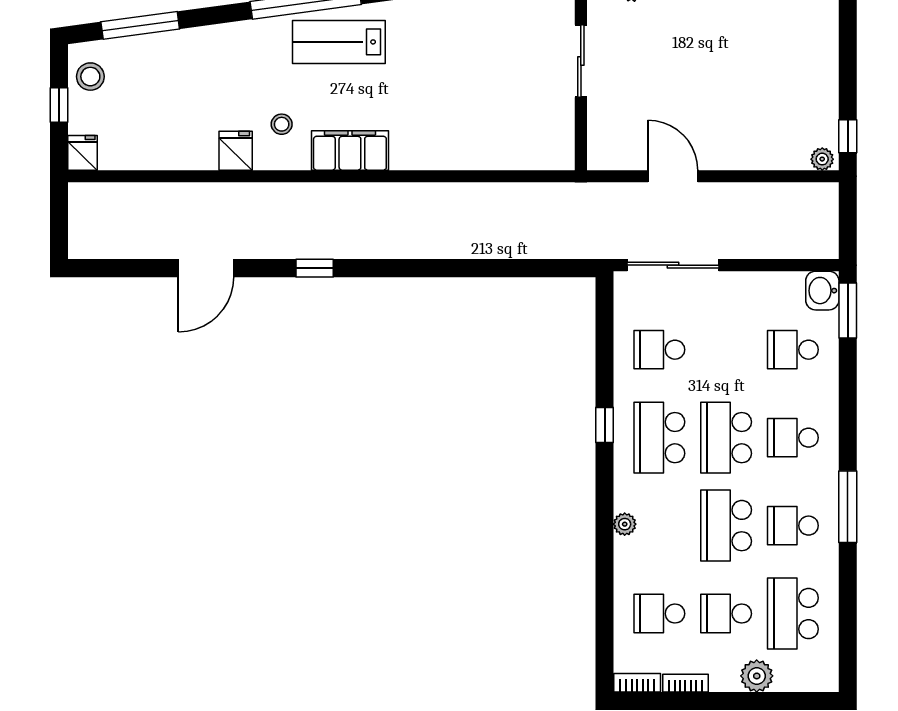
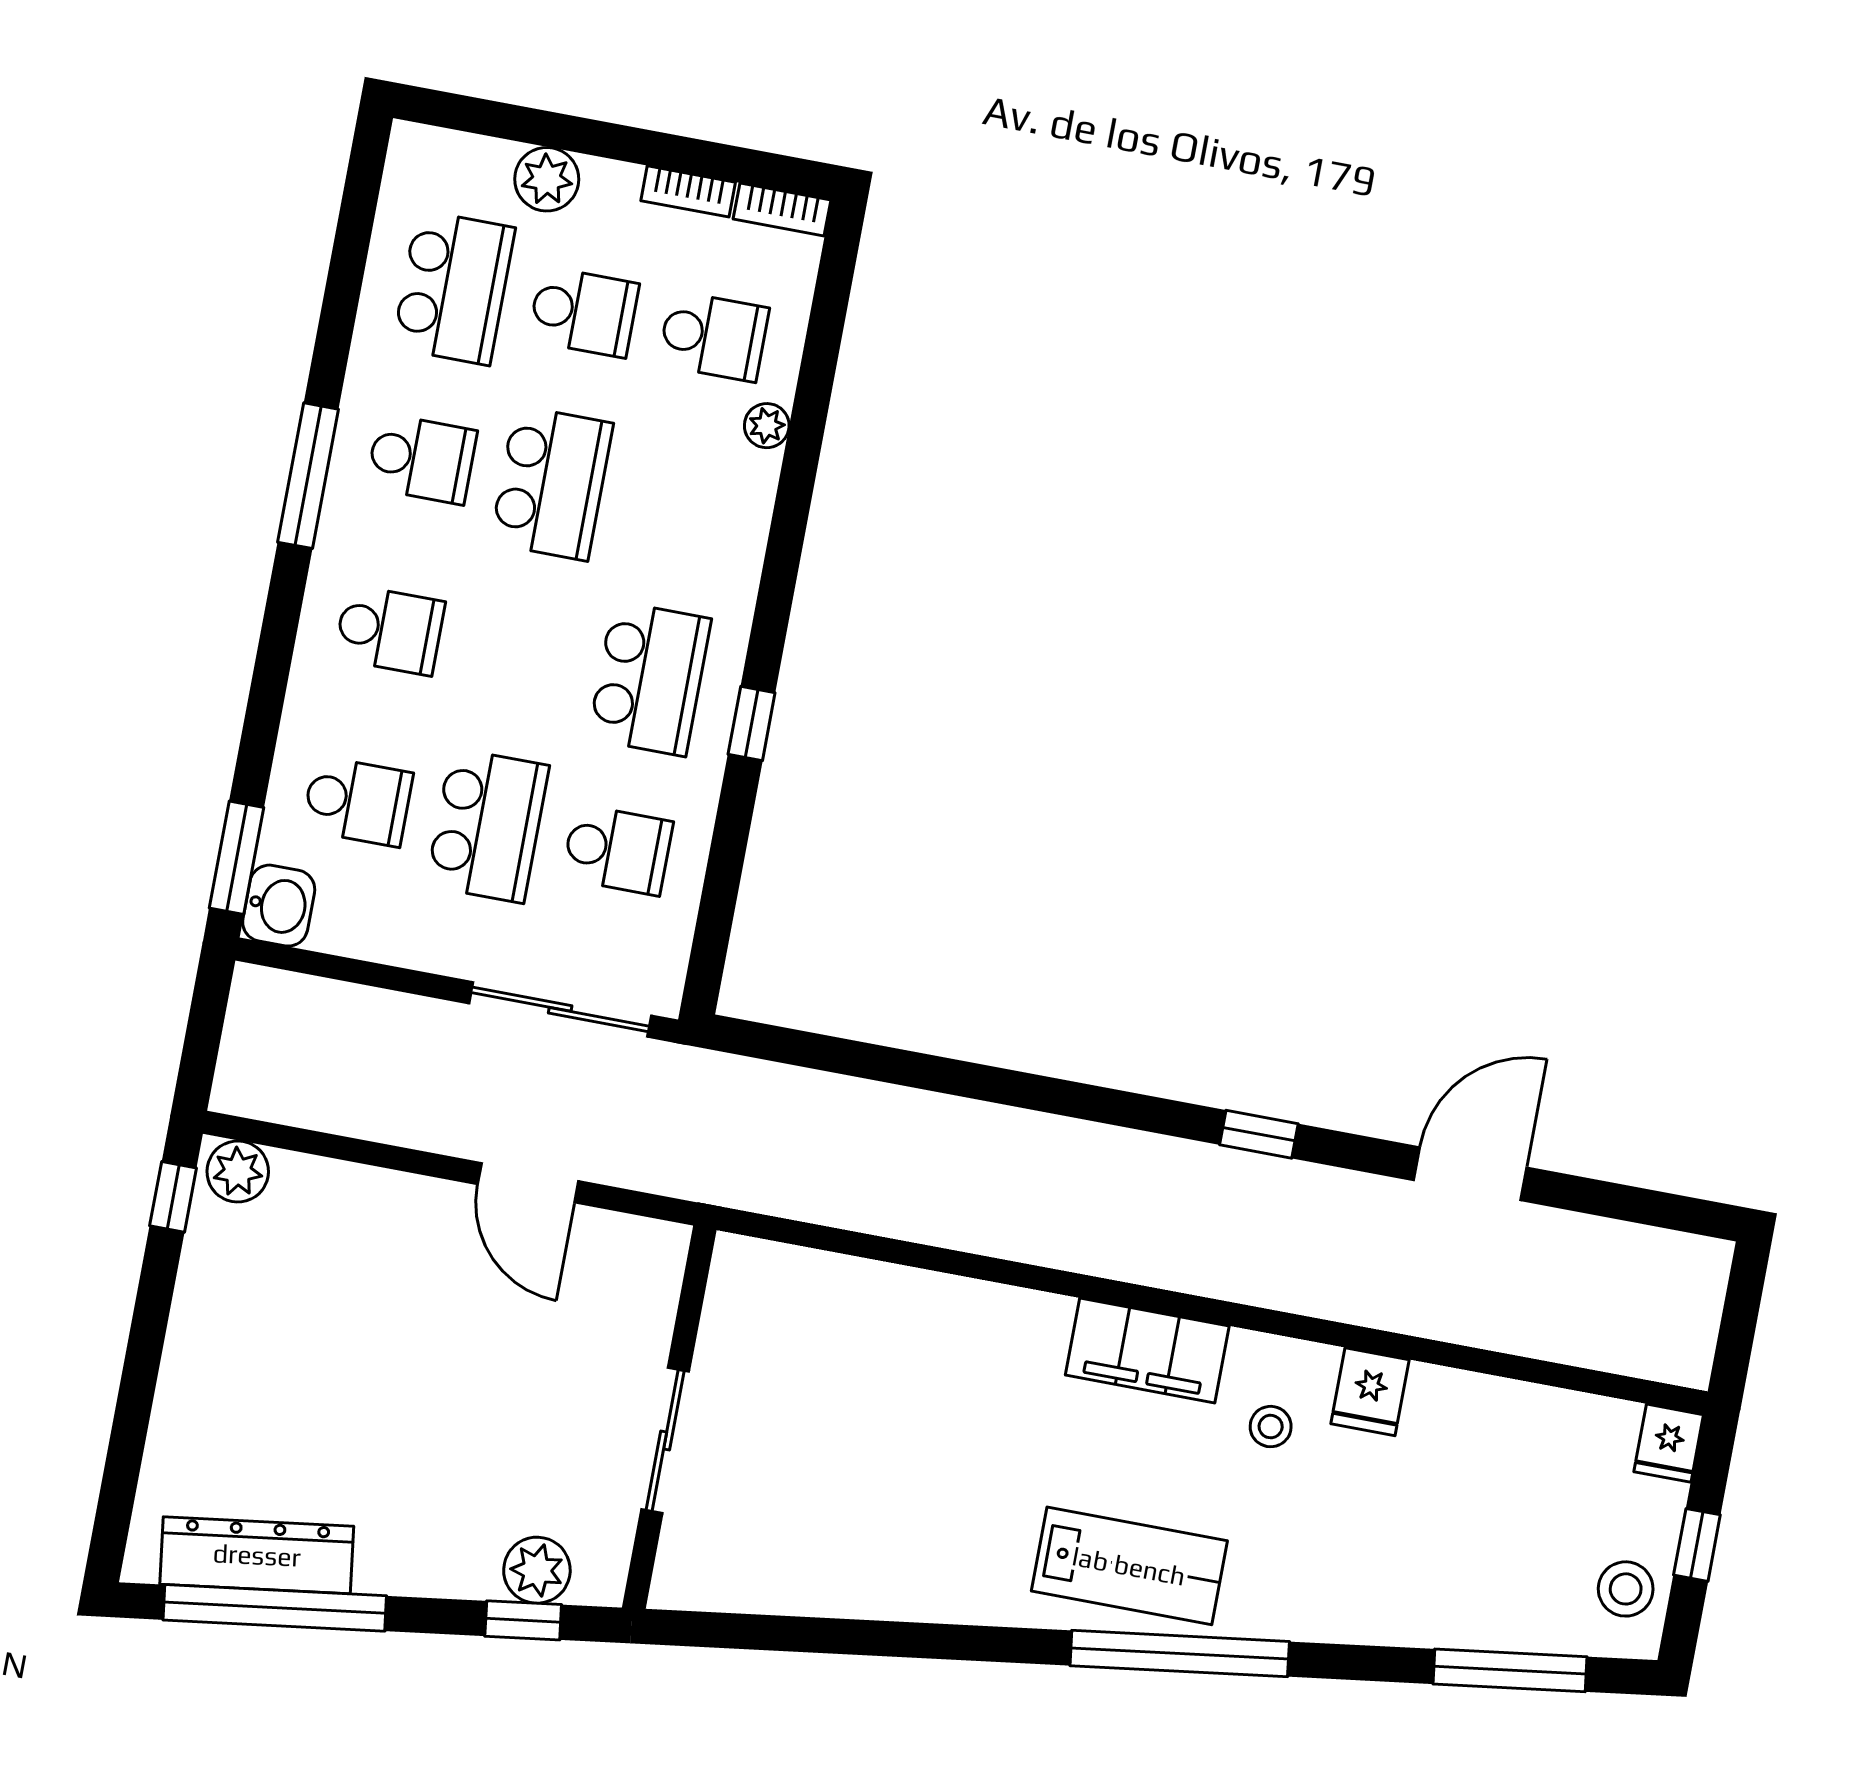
plant: (822, 159) -> (238, 1172), width x1.38, depth x1.38
school desk: (726, 438) -> (487, 826), moved
plant: (625, 524) -> (767, 426), moved

